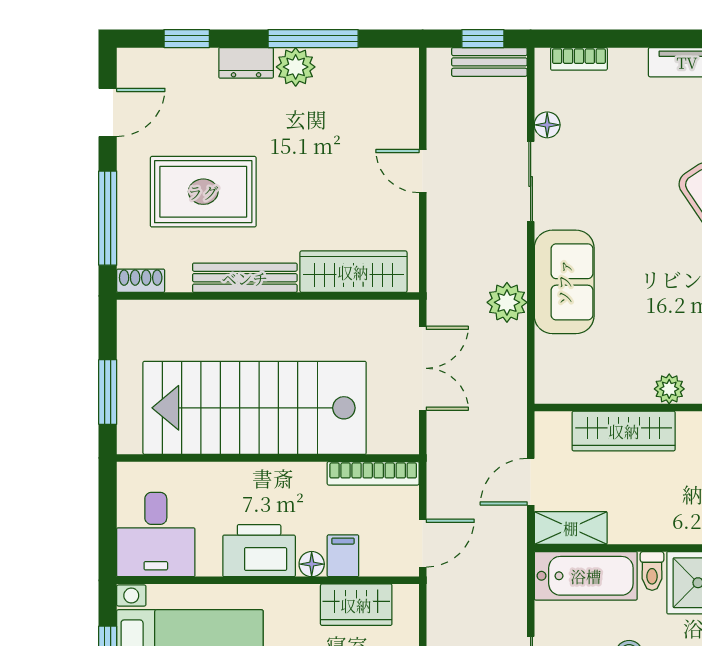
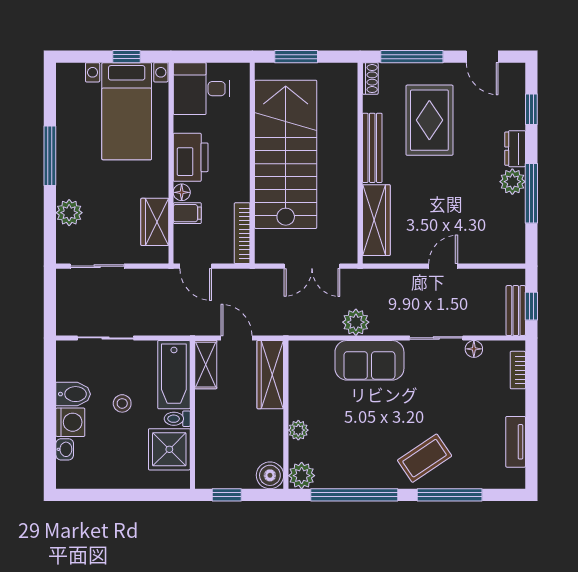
wardrobe: (624, 431) -> (270, 375), moved

